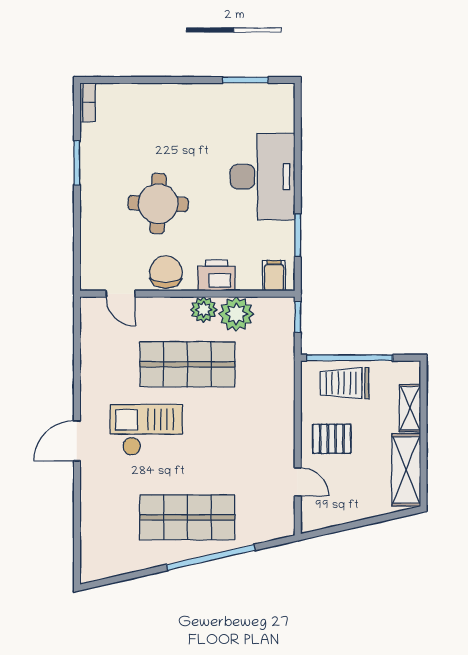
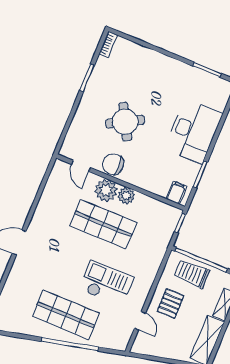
round table: (158, 204) -> (125, 122), turned -31
chair: (166, 272) -> (113, 164), turned -90
printer: (216, 275) -> (142, 178), removed
plant: (236, 314) -> (106, 190), moved
checkout: (146, 430) -> (106, 283), moved
pallet: (332, 439) -> (171, 304), turned 90

